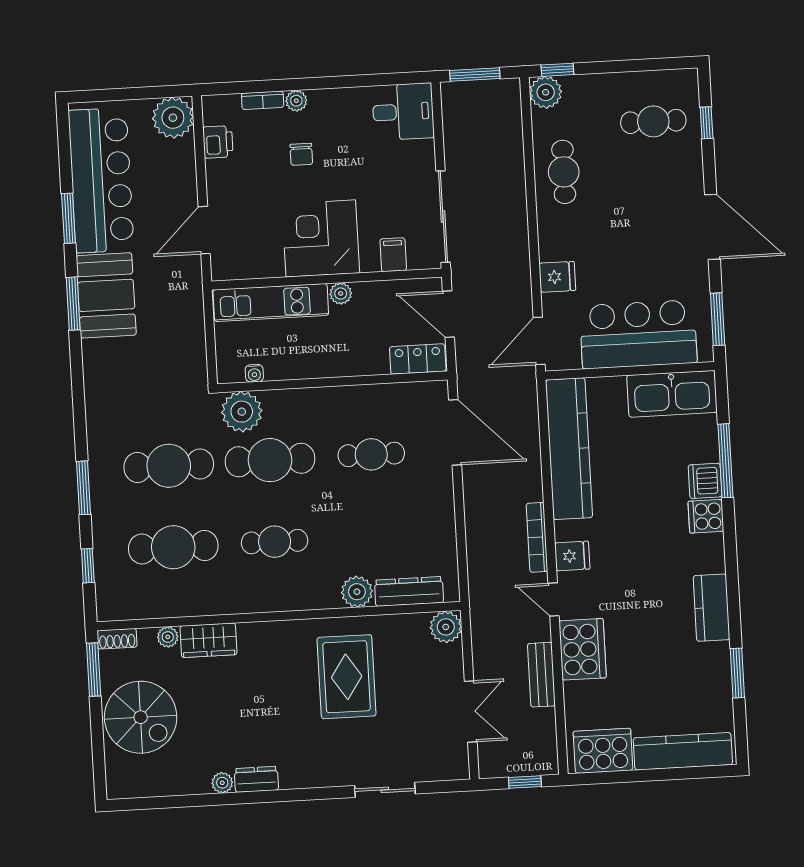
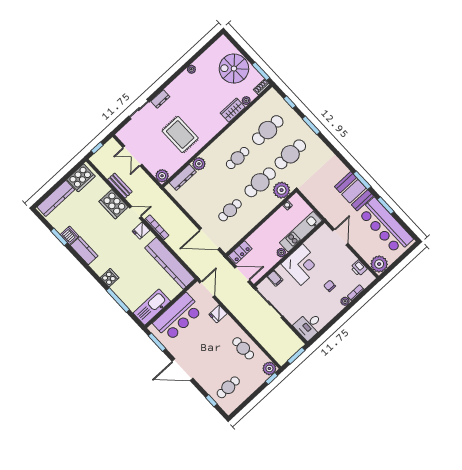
dishwasher: (705, 481) -> (69, 235), moved
dresser: (256, 779) -> (160, 99), moved

